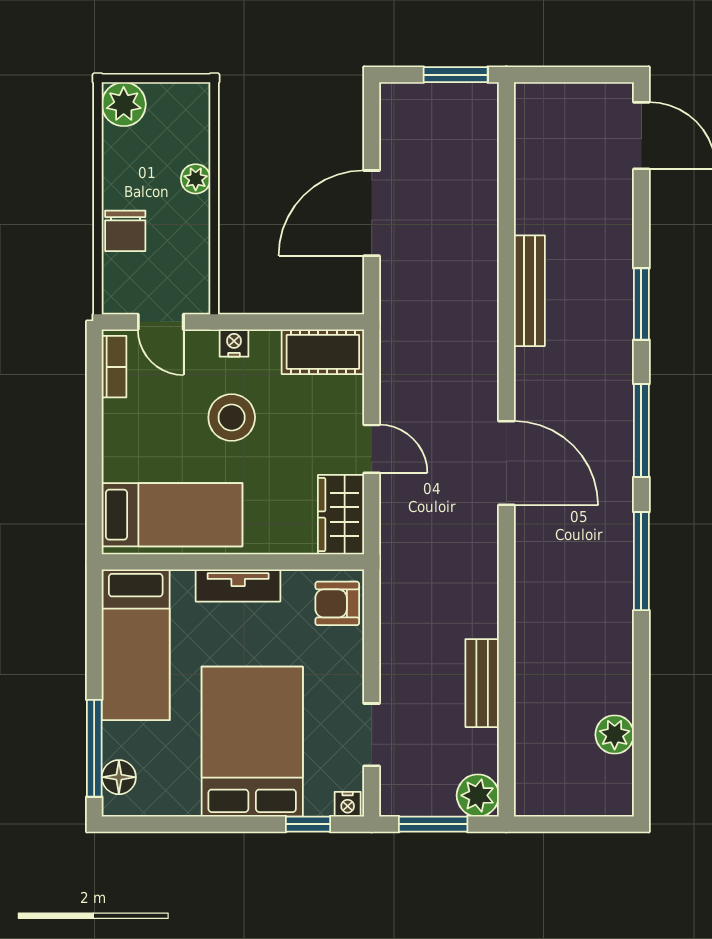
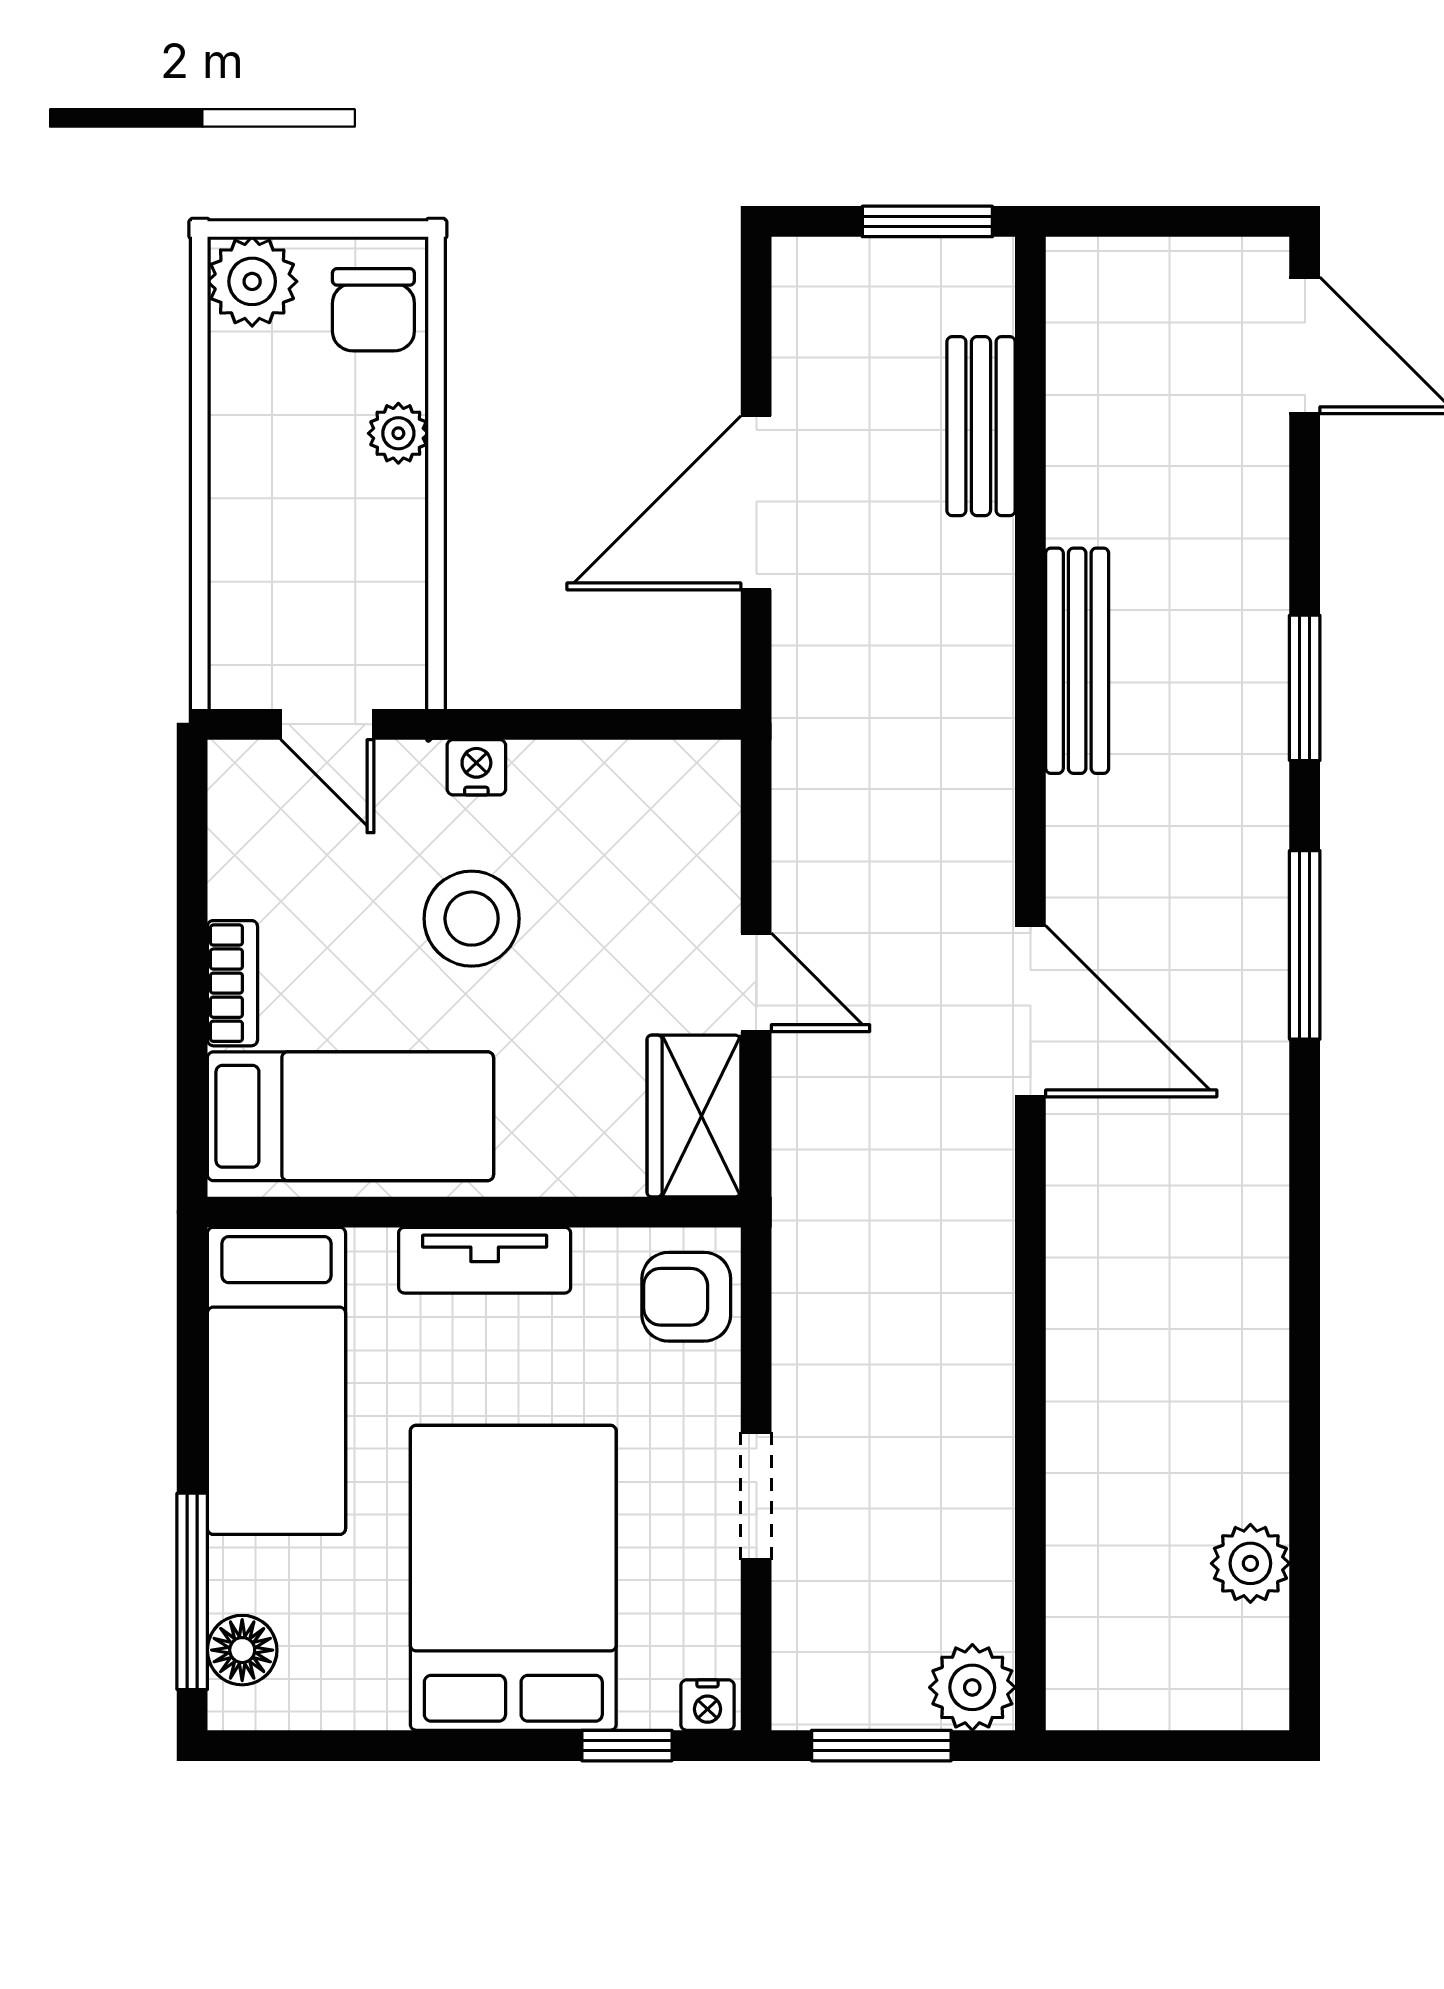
chair: (125, 231) -> (373, 310), moved
cot: (323, 352) -> (657, 785), removed
bookcase: (114, 367) -> (232, 983), moved
window: (641, 561) -> (1305, 1211), removed
bench: (482, 683) -> (981, 426), moved
doorway: (372, 735) -> (756, 1496), moved

